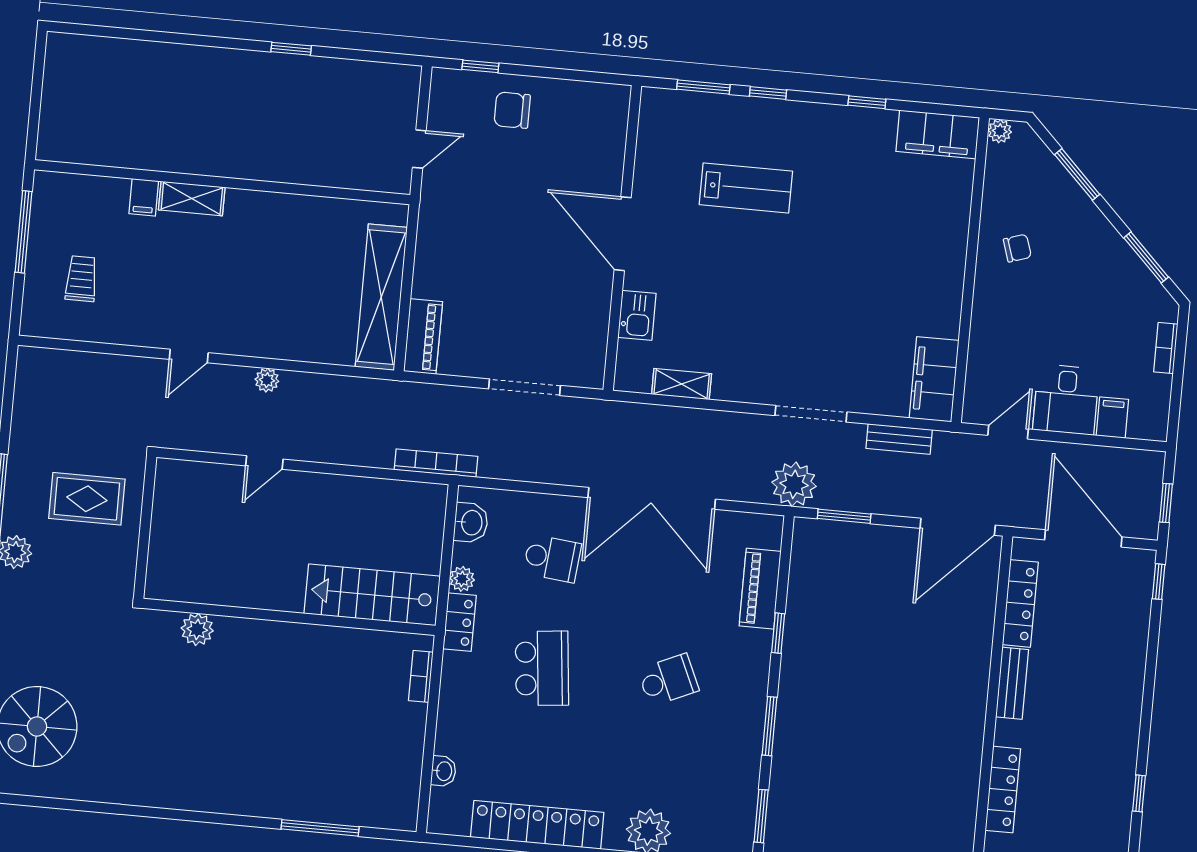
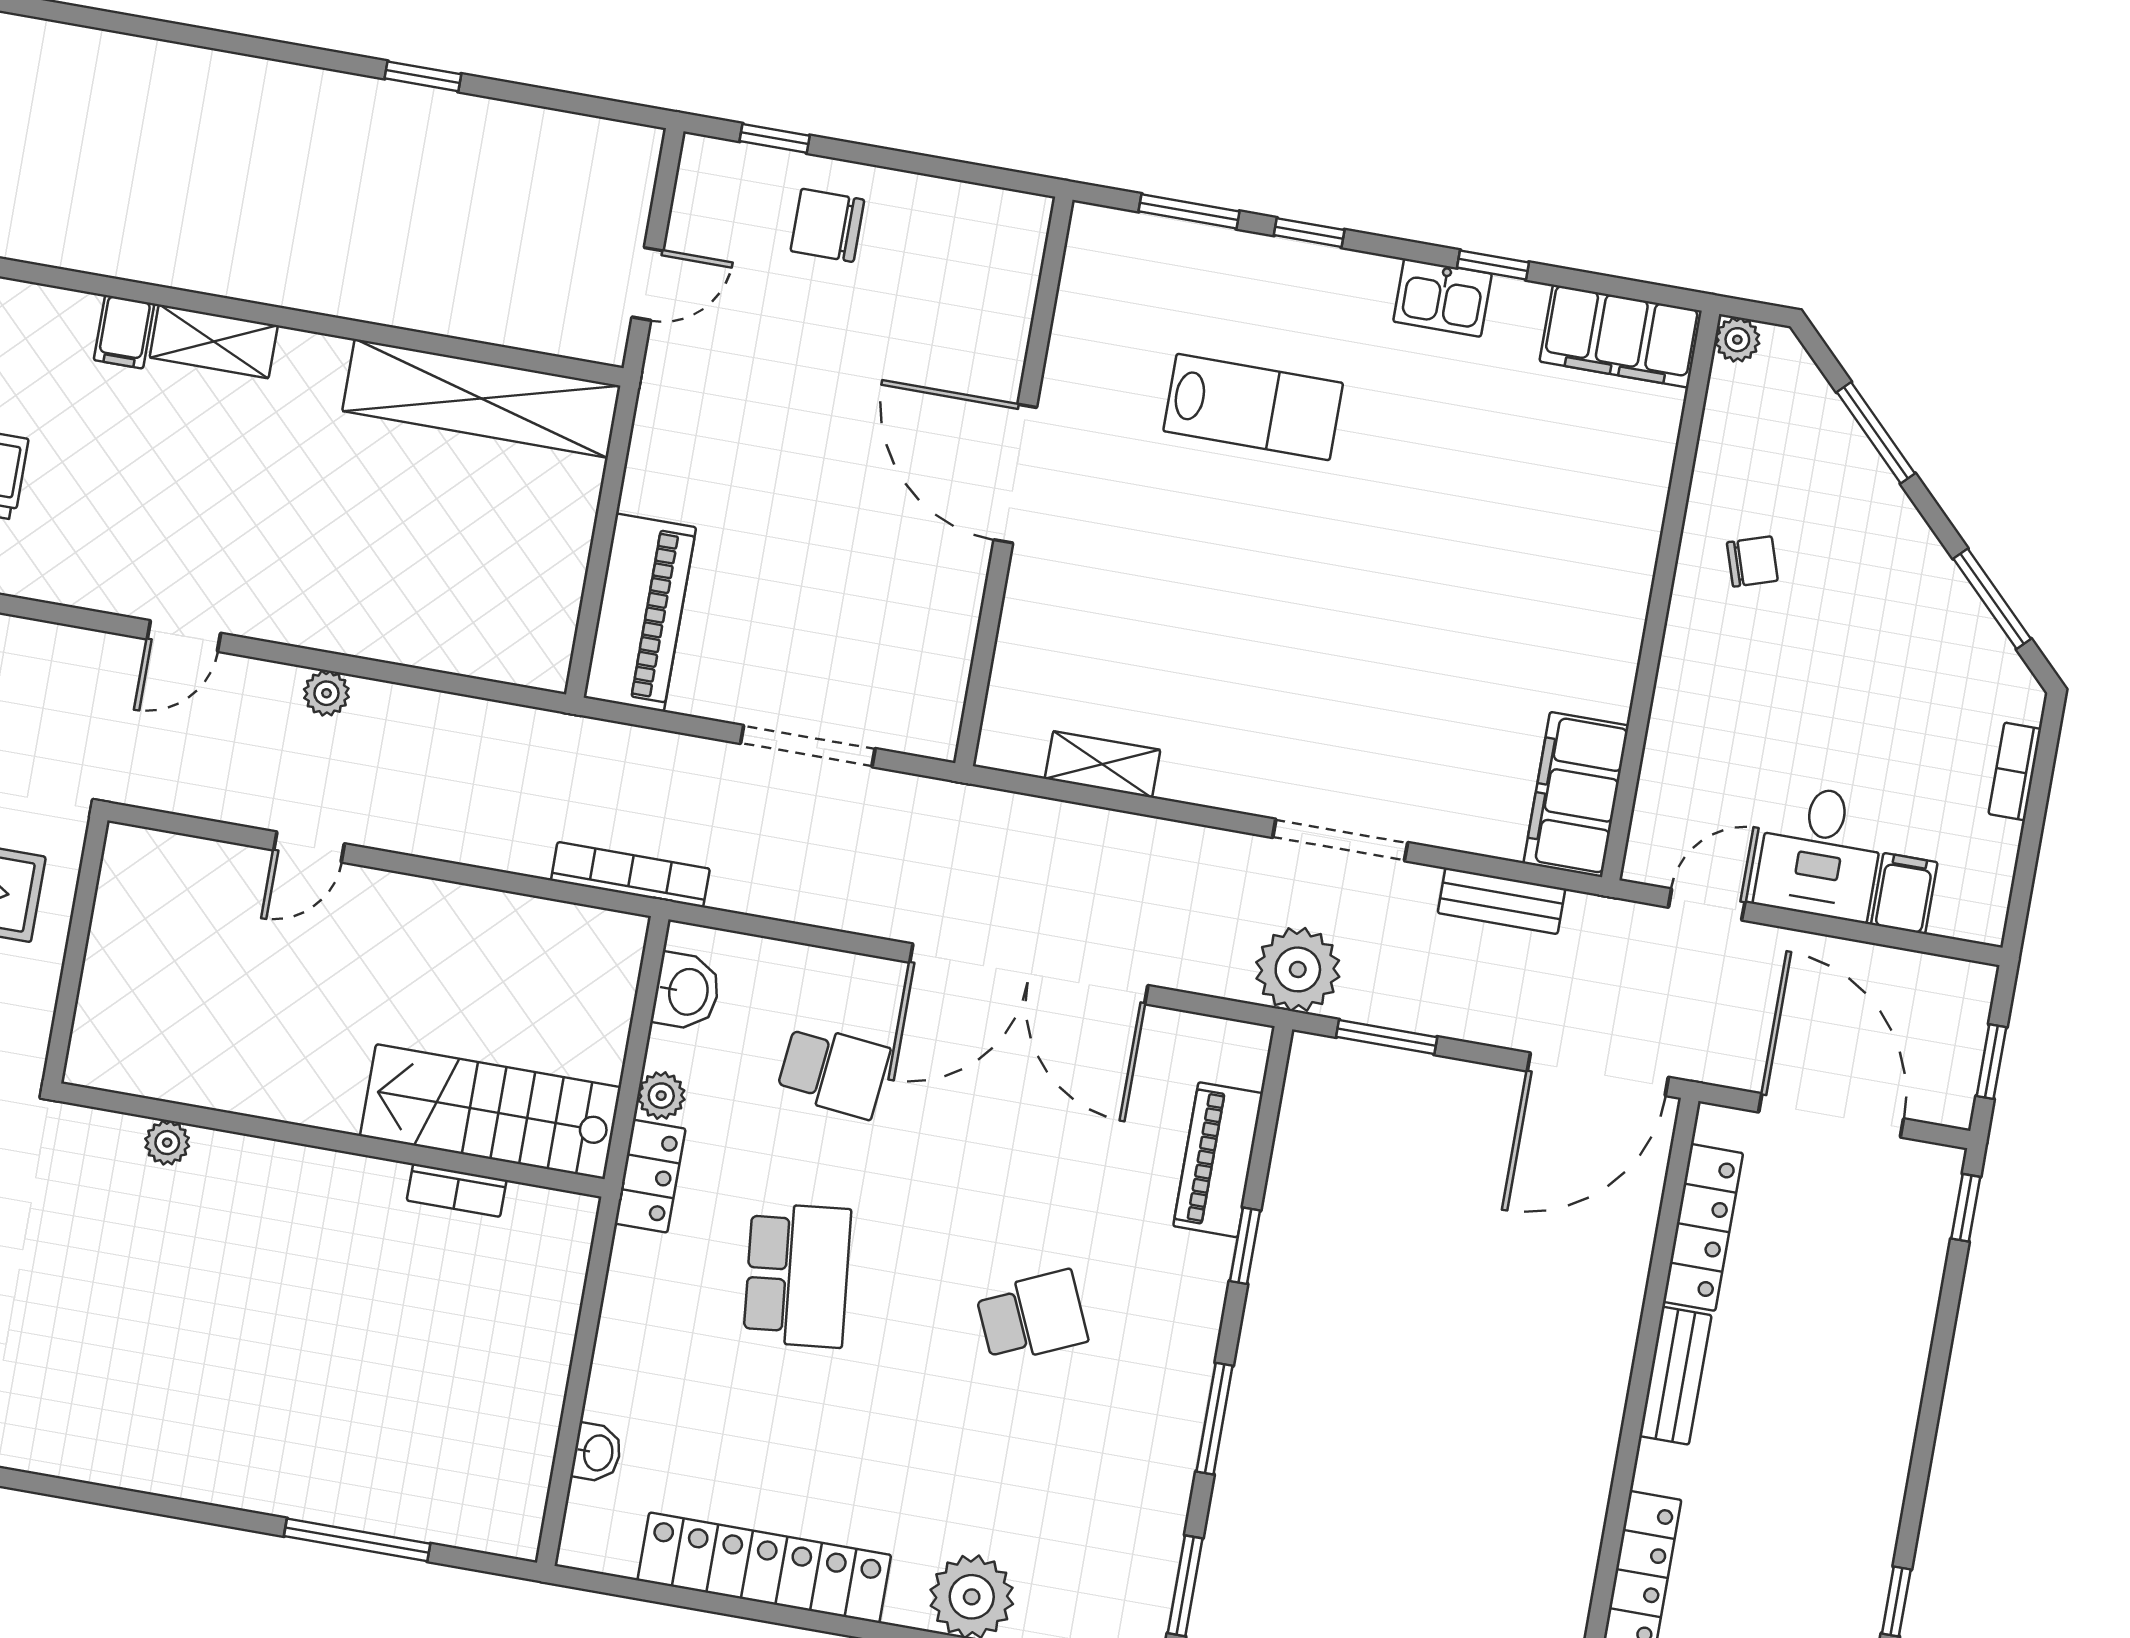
shelving: (381, 297) -> (481, 398), moved, turned 90
kitchen sink: (637, 315) -> (1442, 298), moved, turned 90
piano: (423, 336) -> (640, 612), width x1.37, depth x1.33
plant: (197, 629) -> (167, 1143), width x0.73, depth x0.73
bookcase: (421, 676) -> (457, 1190), moved, turned -90

